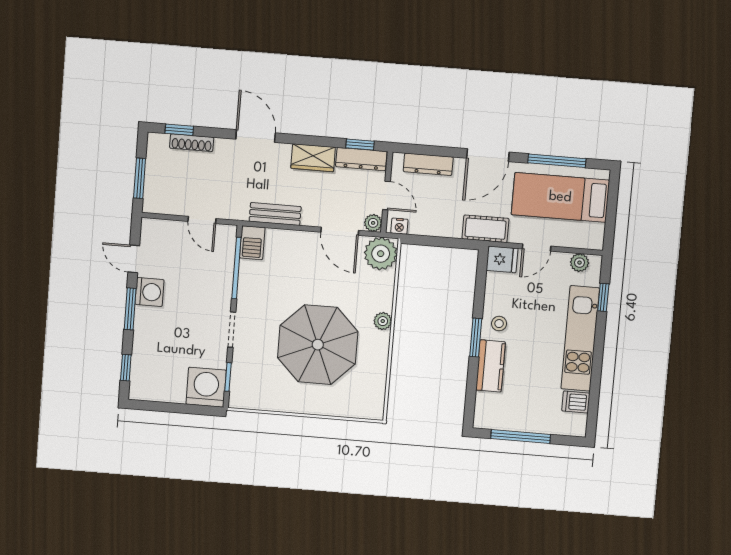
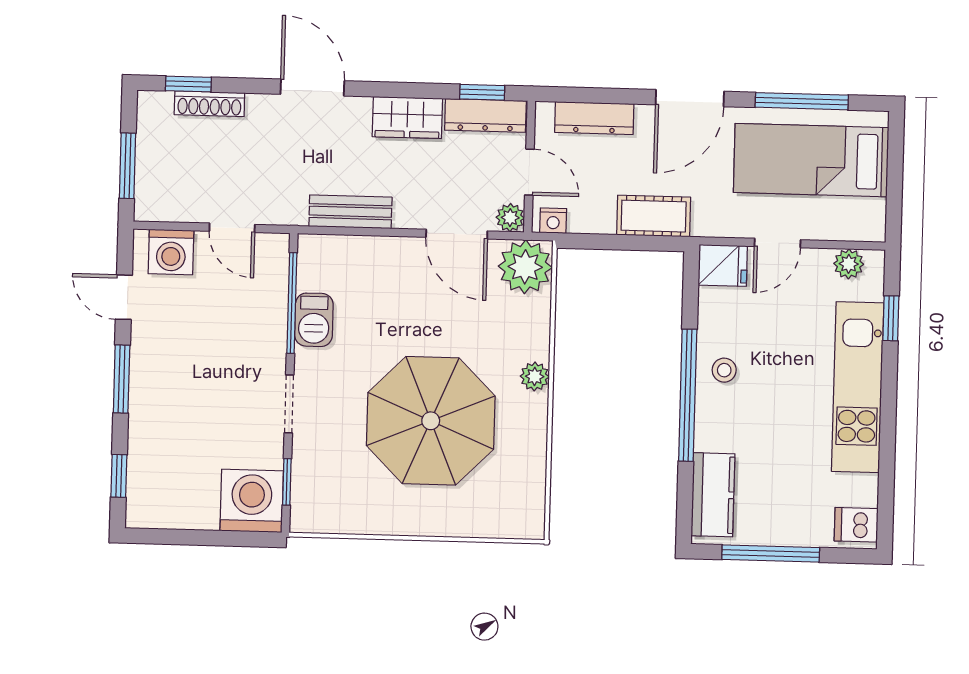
cot: (485, 229) -> (654, 216), moved
barbecue: (252, 243) -> (314, 320), moved
washing machine: (149, 292) -> (171, 252), moved, turned 90
window: (476, 338) -> (688, 395), width x2.11
kitchen counter: (491, 366) -> (713, 495), moved
dishwasher: (576, 402) -> (856, 525), moved

